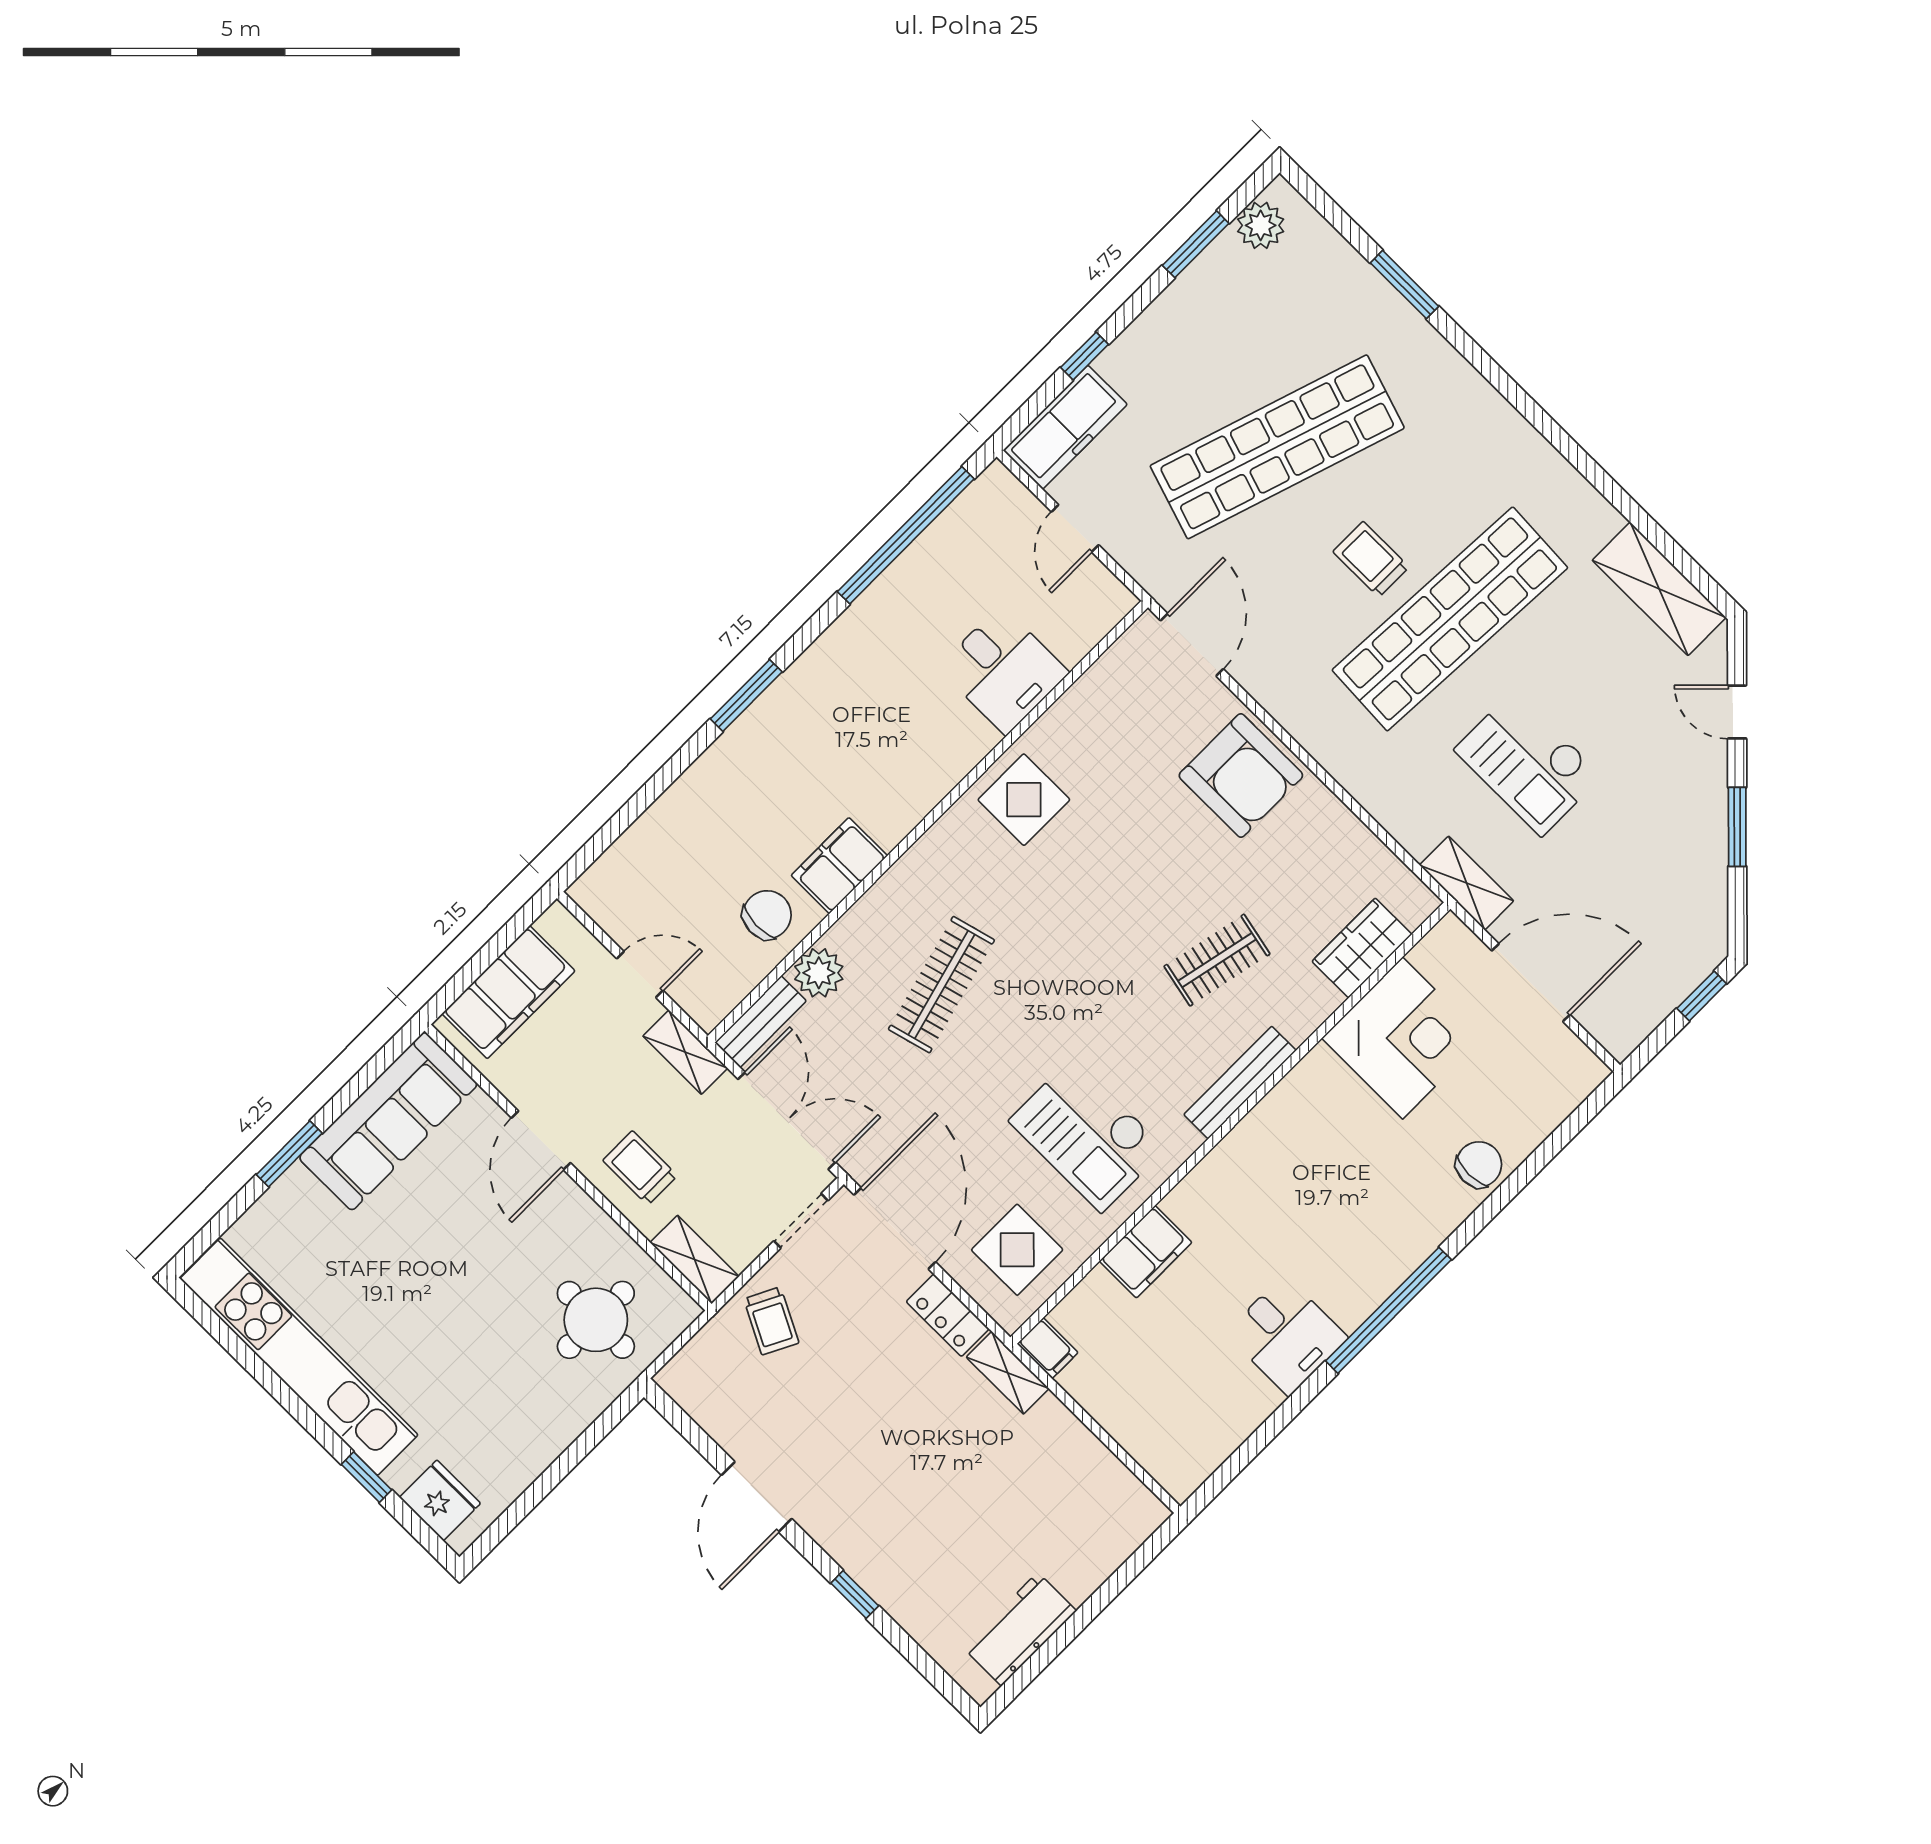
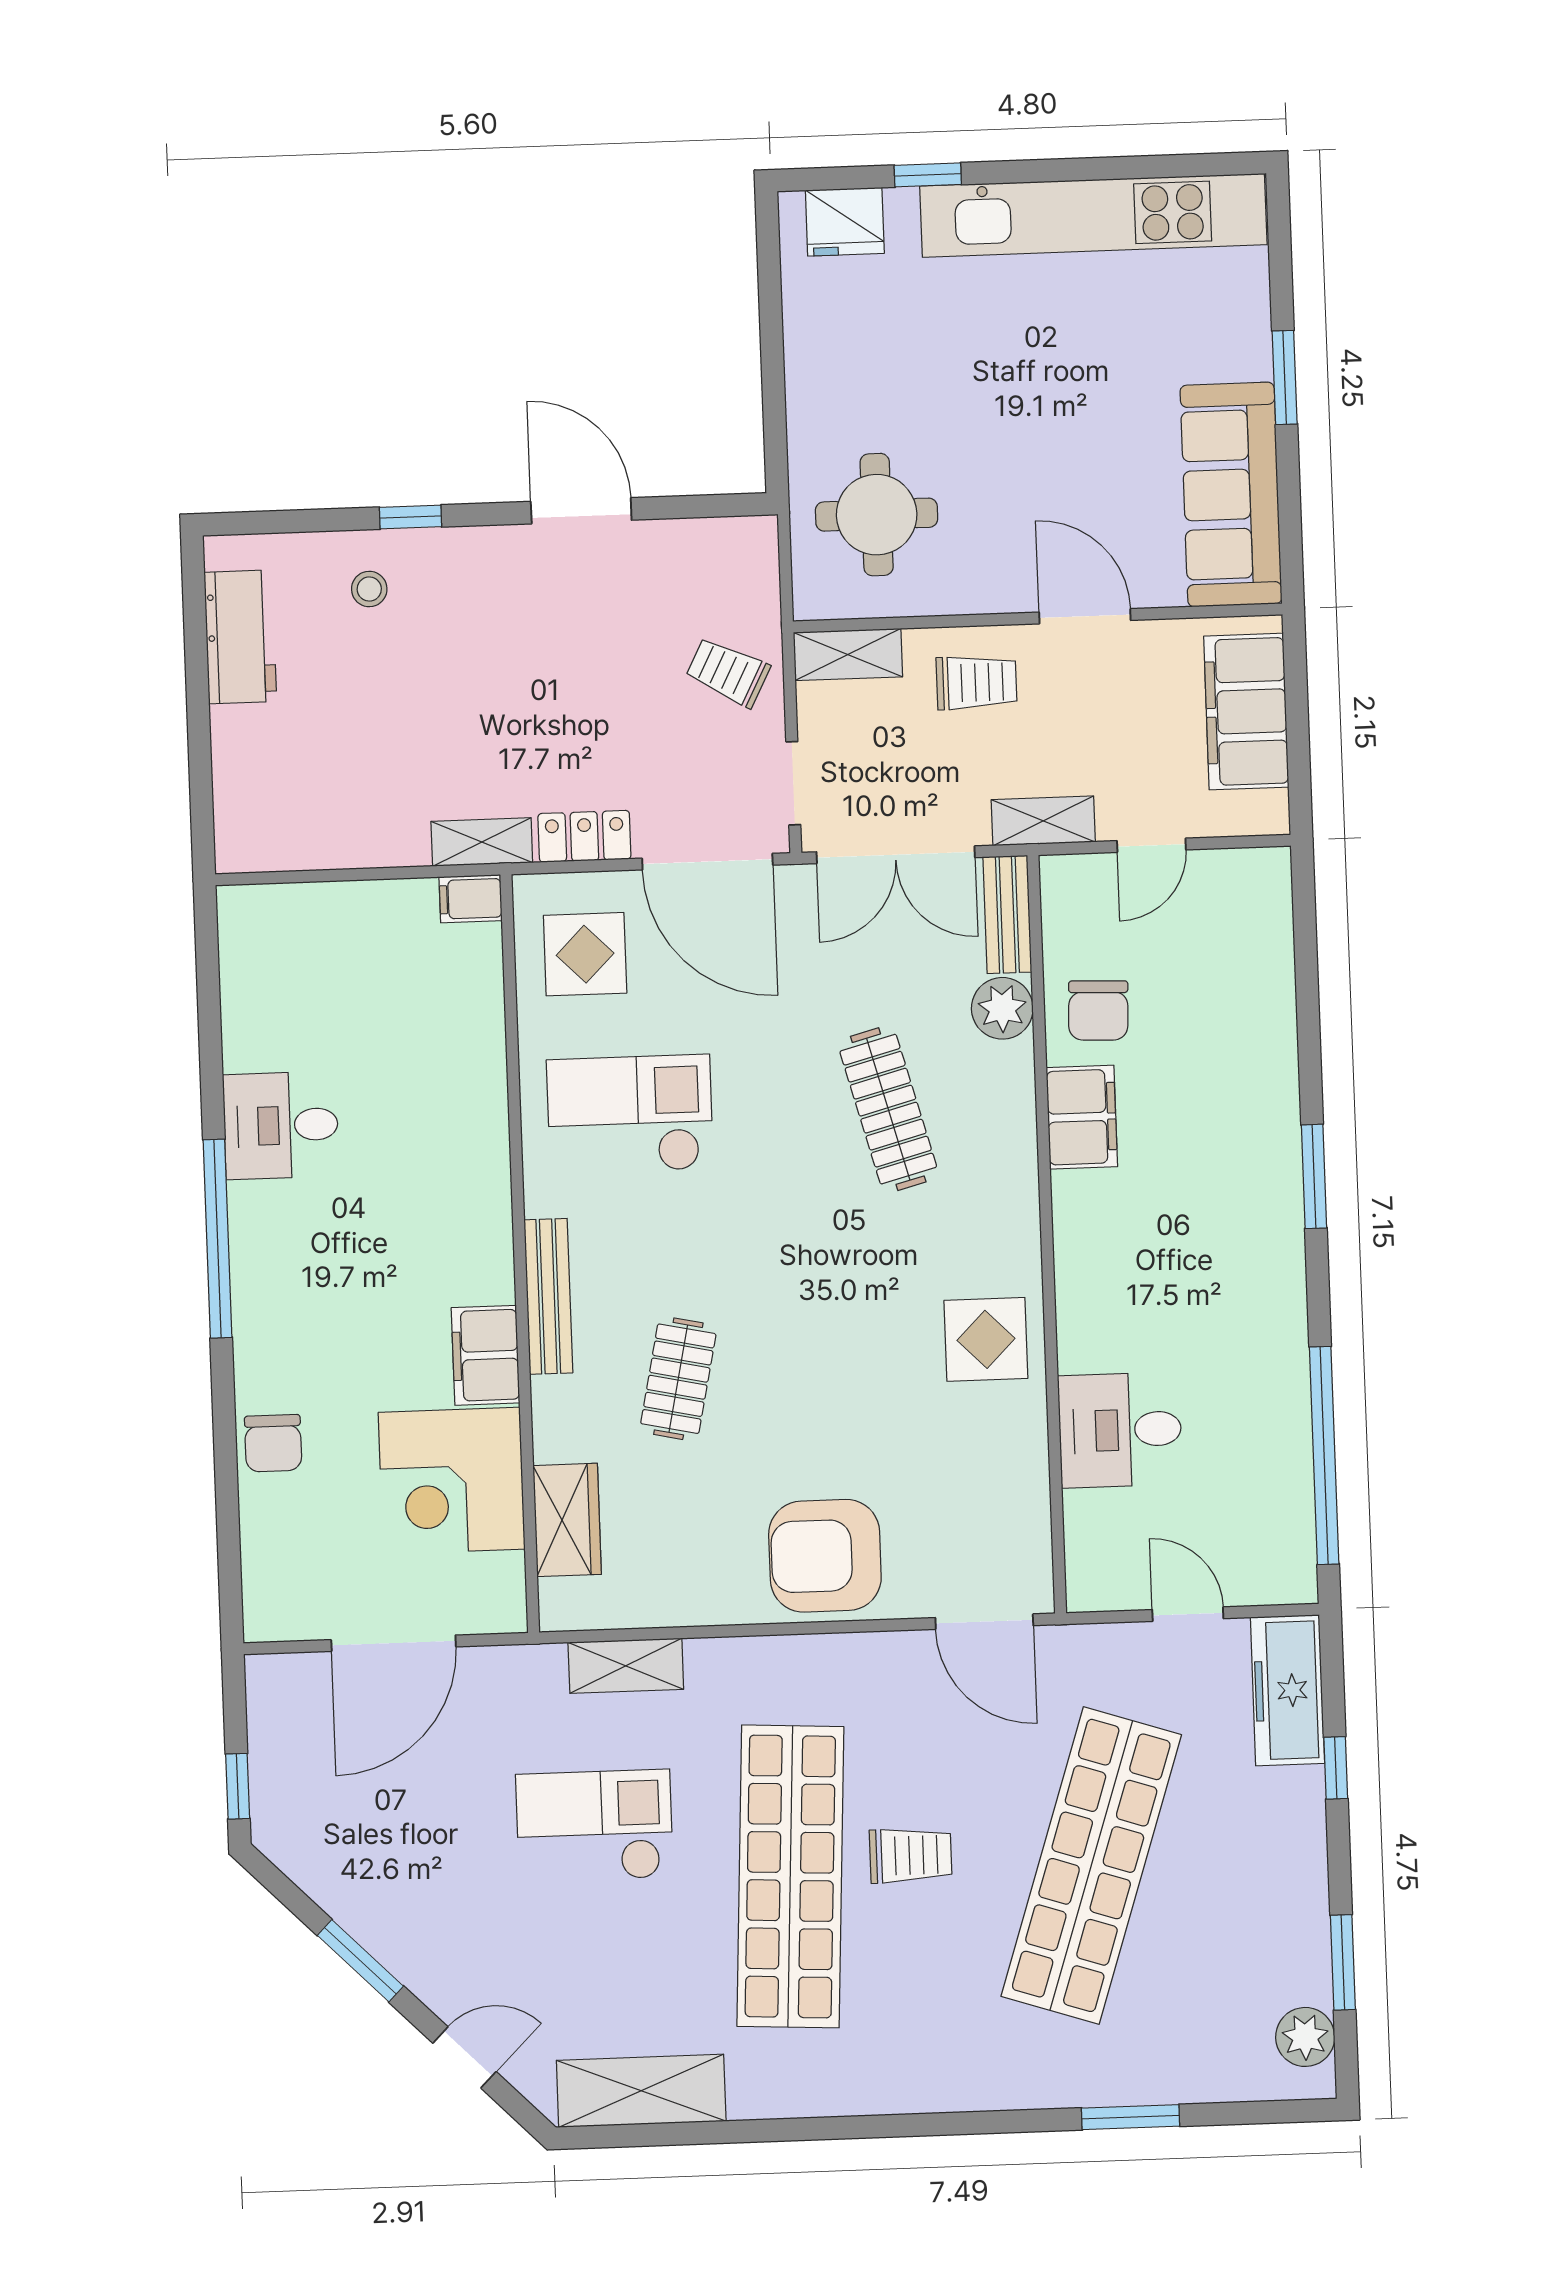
shelving: (1467, 883) -> (626, 1666), moved
filing cabinet: (1146, 1252) -> (486, 1355), moved
stool: (920, 1579) -> (369, 589), added

